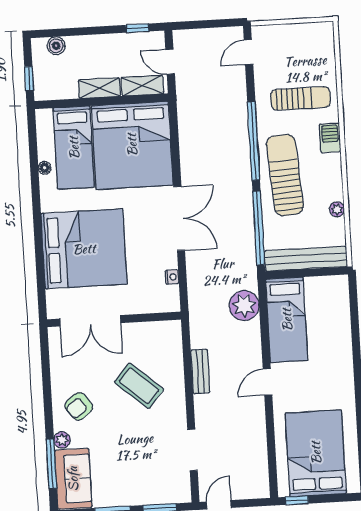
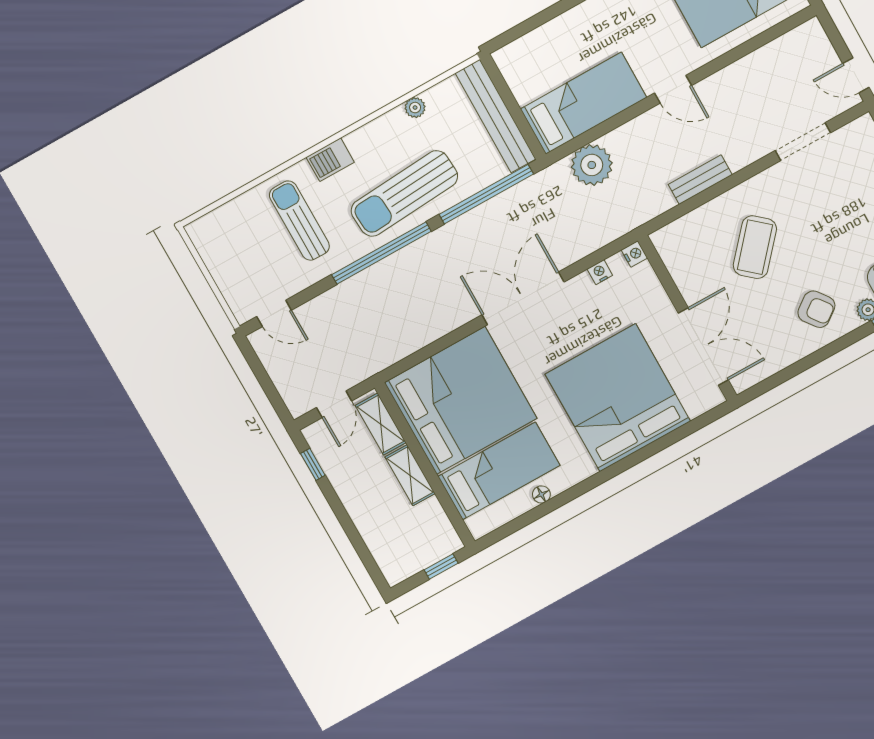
boiler: (56, 46) -> (384, 553), removed
nightstand: (173, 305) -> (634, 254), added

